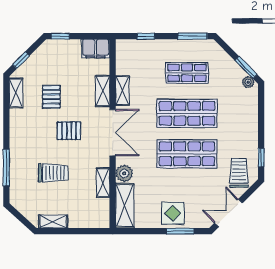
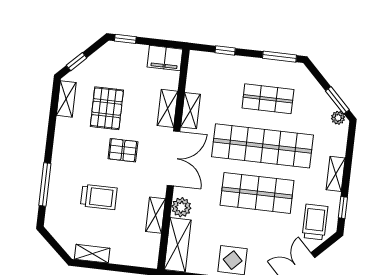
pallet: (51, 97) -> (107, 108), width x1.50, depth x1.42
shop shelf: (187, 113) -> (263, 146), width x1.40
shelving: (252, 130) -> (336, 174), added

